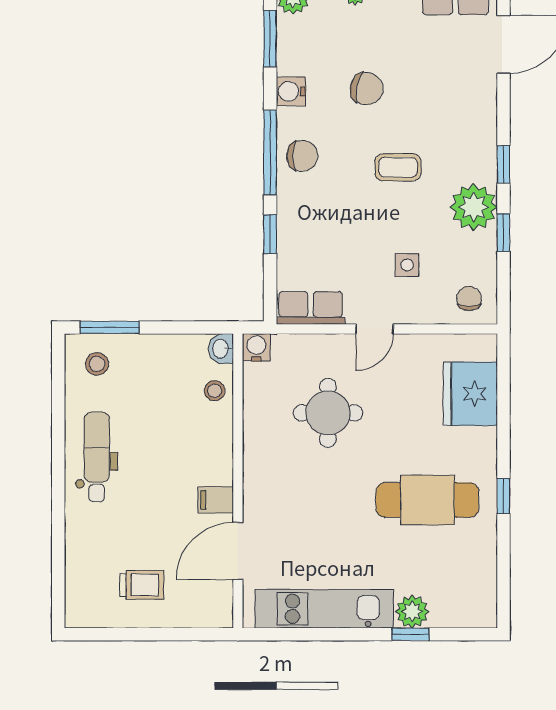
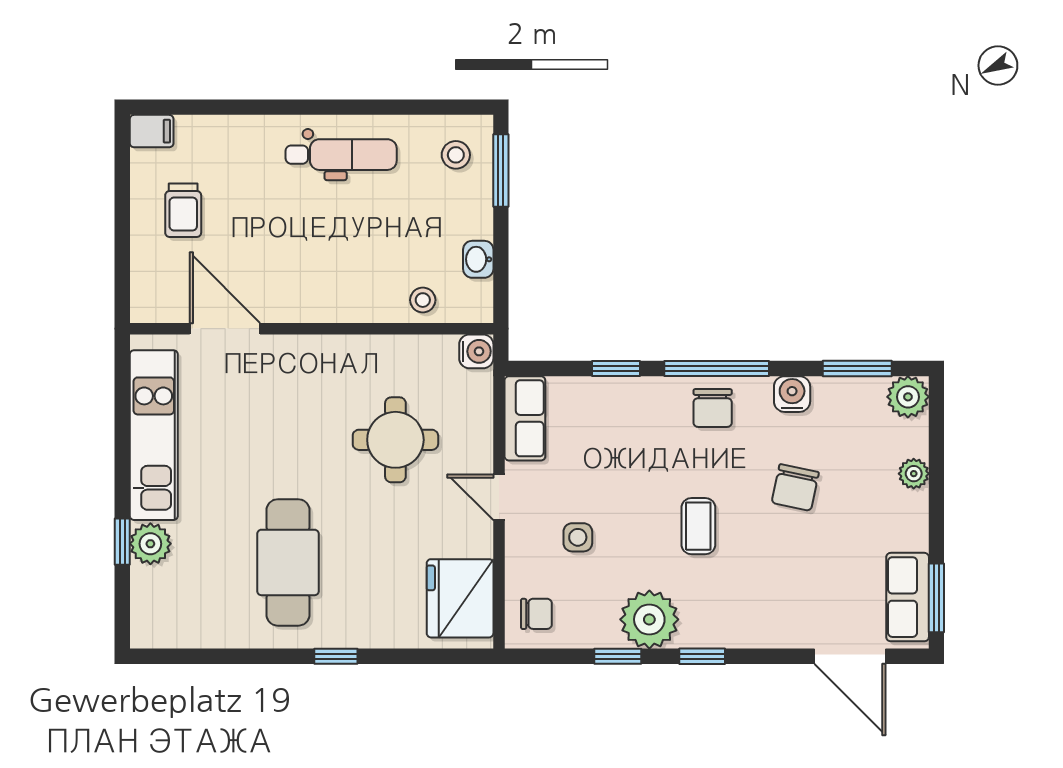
washbasin: (221, 349) -> (478, 259), moved, turned -90
fridge: (470, 394) -> (460, 598), moved, turned -90
window: (503, 496) -> (336, 656), moved
filing cabinet: (216, 500) -> (152, 131), moved, turned 90

